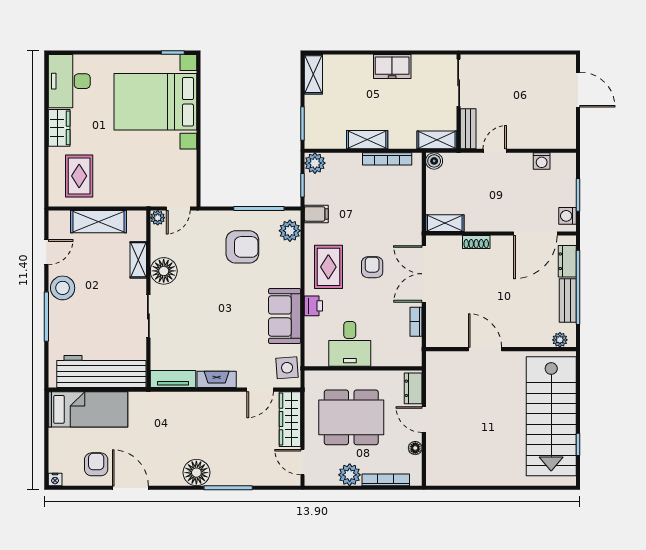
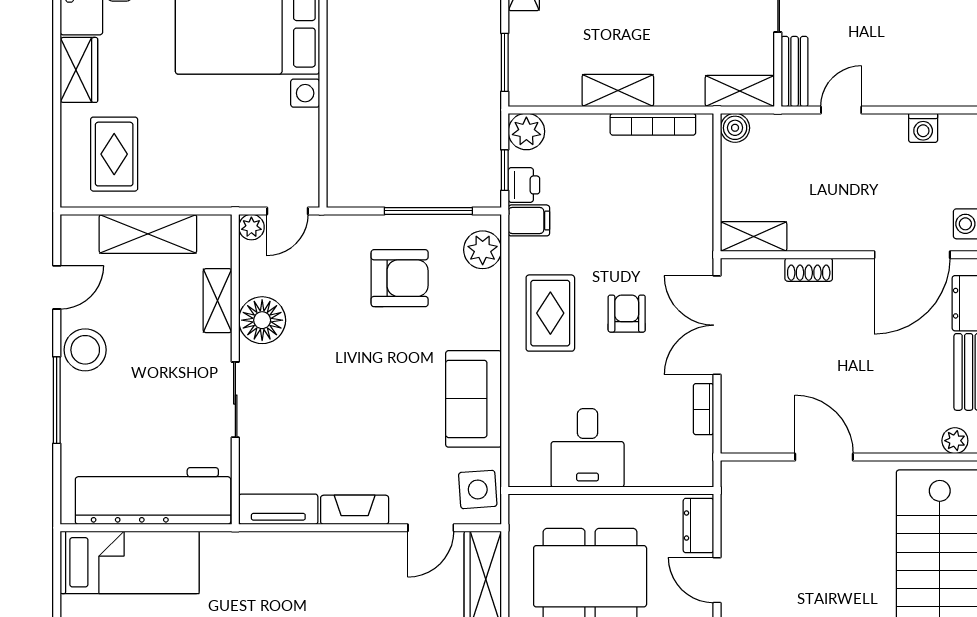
printer: (313, 306) -> (524, 185), moved

